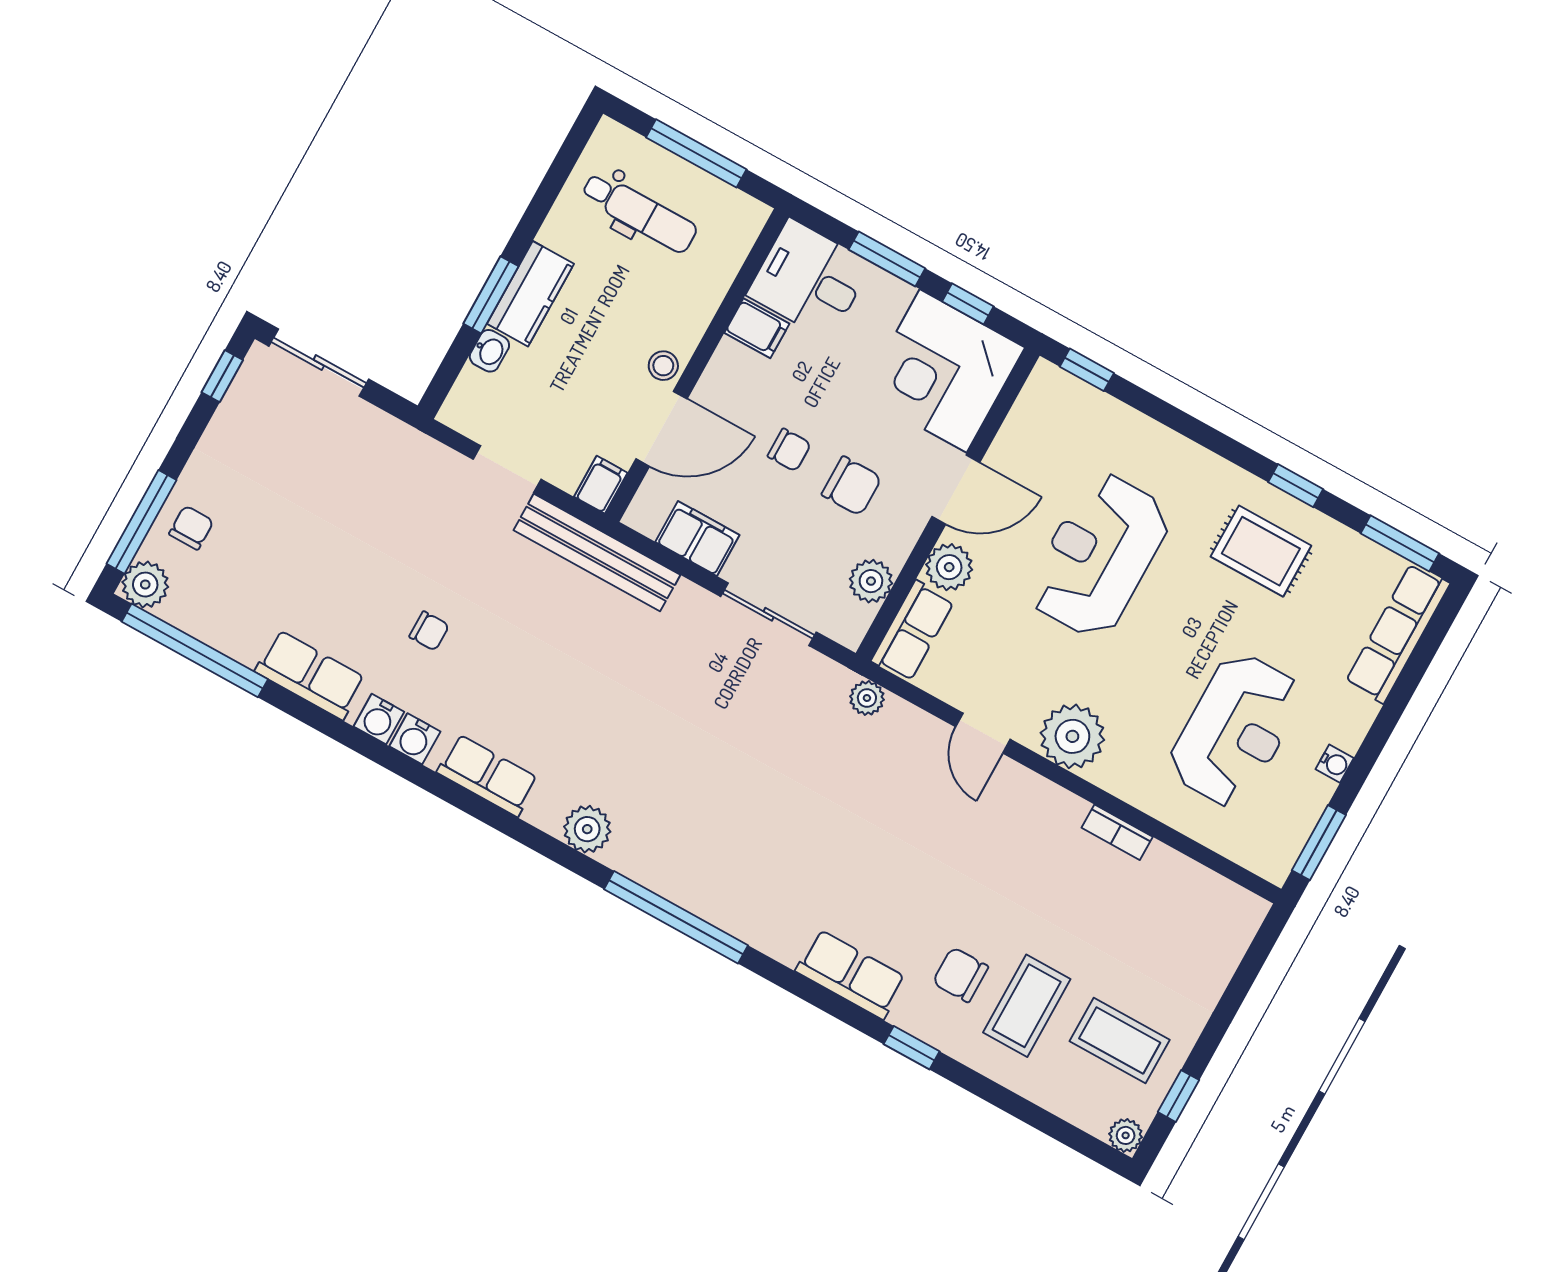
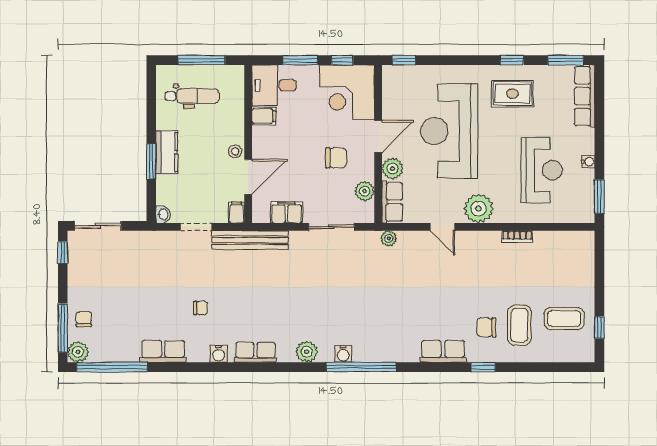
washbasin: (489, 351) -> (163, 214), moved
chair: (789, 450) -> (303, 157), removed
reception desk: (1099, 555) -> (449, 131), width x1.36, depth x1.30
water cooler: (379, 719) -> (343, 354), moved
plant: (1126, 1135) -> (587, 355), removed

